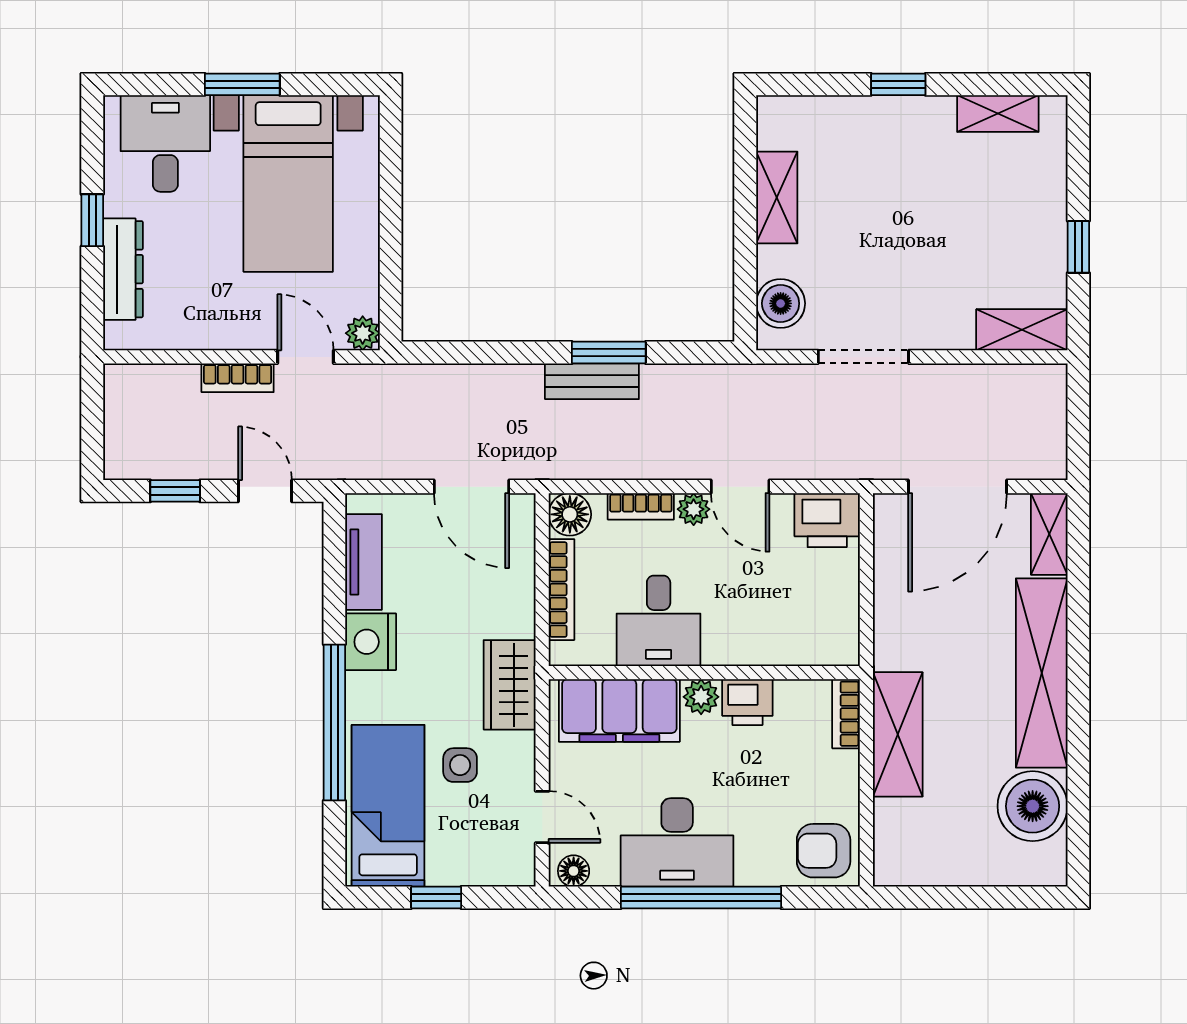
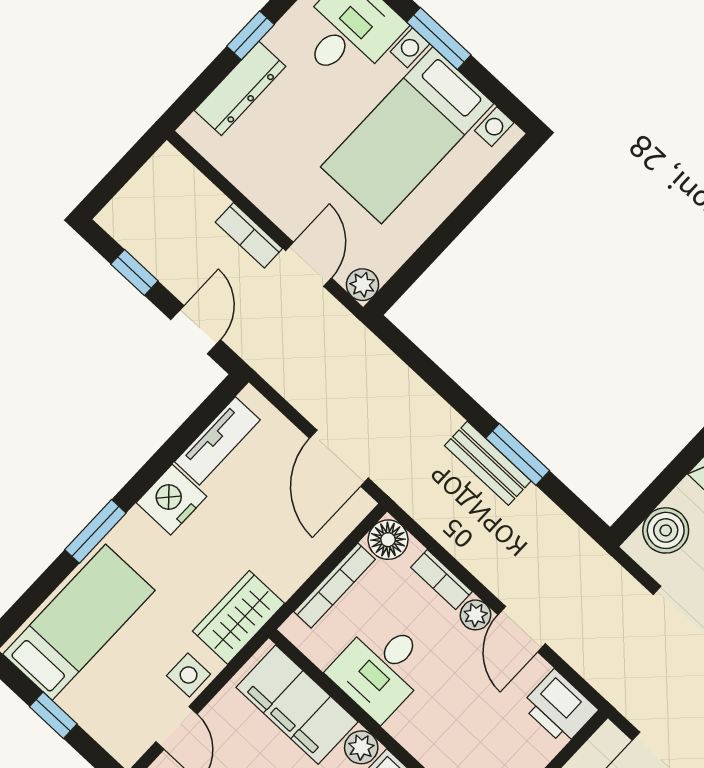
window: (334, 722) -> (95, 531), width x0.47
side table: (460, 765) -> (189, 675), moved

